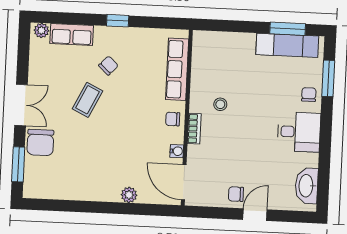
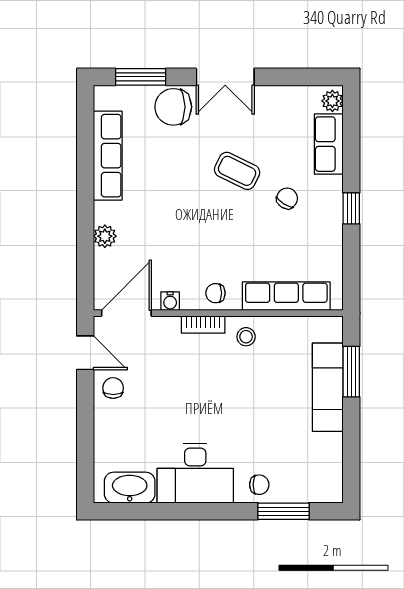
window: (288, 29) -> (351, 372), moved
exam couch: (287, 45) -> (328, 387), moved
chair: (108, 66) -> (287, 198), turned -101
stool: (220, 104) -> (246, 337), moved
chair: (173, 119) -> (215, 293), turned -90
desk: (299, 132) -> (195, 473), width x1.37
row of seats: (72, 190) -> (108, 156), added
door: (255, 215) -> (85, 353), moved

